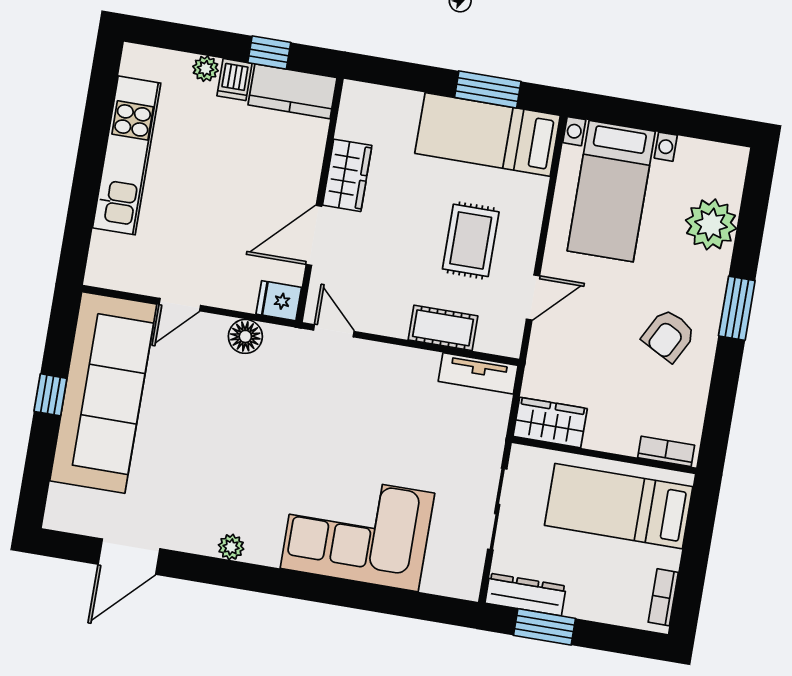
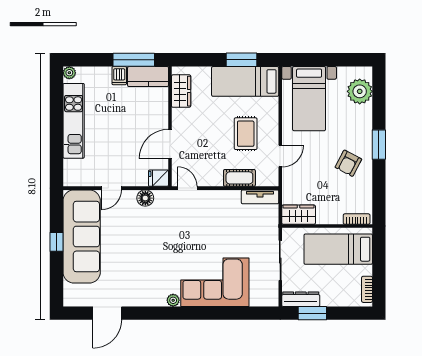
window: (269, 53) -> (134, 60), width x2.17
plant: (206, 69) -> (69, 73), moved
wardrobe: (347, 175) -> (181, 91), moved
plant: (711, 224) -> (360, 91), moved
plant: (231, 547) -> (173, 300), moved

